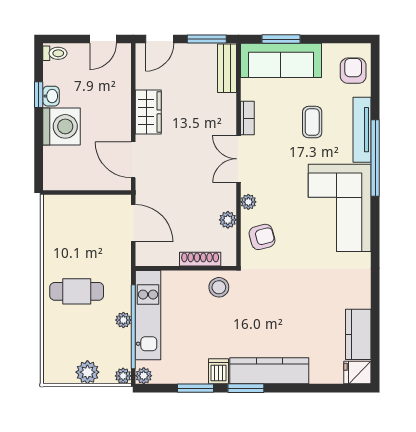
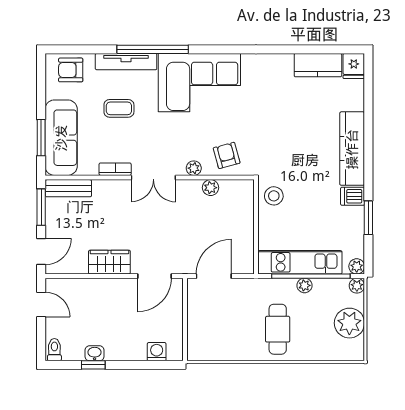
door: (160, 39) -> (41, 251), hinge flipped
washing machine: (62, 126) -> (157, 352), moved, width x0.53, depth x0.53
shoe rack: (200, 259) -> (247, 213), removed
plant: (87, 372) -> (349, 323), width x1.36, depth x1.36
window: (246, 388) -> (368, 171), removed

